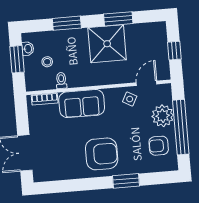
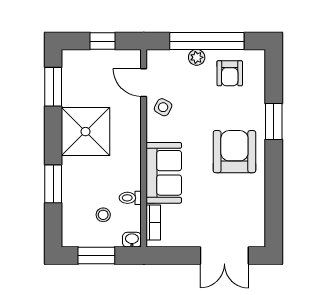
window: (118, 19) -> (53, 87), moved
washbasin: (28, 49) -> (132, 240), moved
plant: (163, 116) -> (197, 57), width x0.53, depth x0.53

